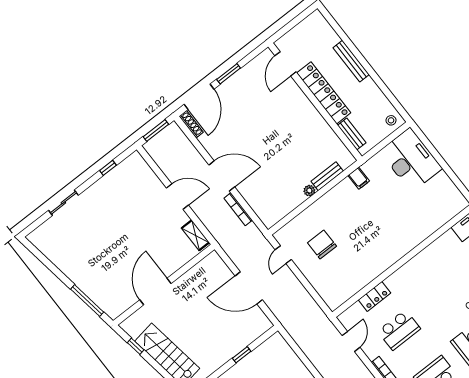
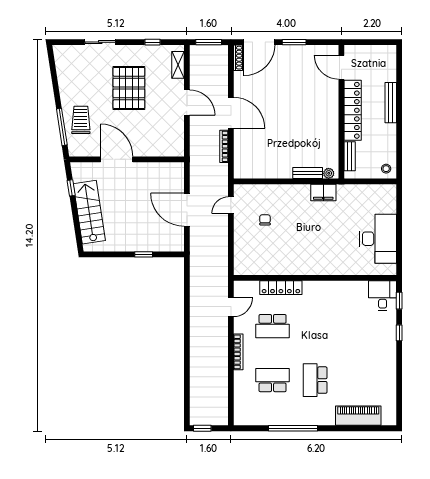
door: (285, 64) -> (341, 67), hinge flipped
desk: (411, 160) -> (378, 239), moved
filing cabinet: (359, 178) -> (323, 192), width x2.00
plant: (309, 191) -> (329, 173), moved
pallet: (118, 223) -> (129, 88), added
shelving: (195, 235) -> (178, 65), moved
chair: (322, 245) -> (265, 220), width x0.54, depth x0.54
trolley: (99, 282) -> (81, 120), added
door: (155, 292) -> (117, 159), hinge flipped
locker: (374, 296) -> (281, 288), width x1.53

